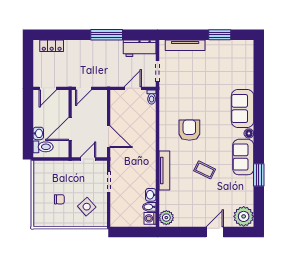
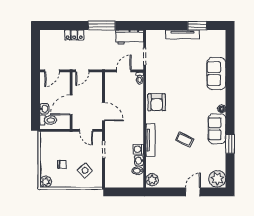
tv unit: (185, 45) -> (183, 34), moved
locker: (52, 46) -> (74, 35), moved
sofa: (243, 109) -> (216, 74), moved
armchair: (189, 130) -> (157, 102), moved, turned 180
door: (88, 159) -> (86, 130), swing flipped
washing machine: (150, 218) -> (138, 149), moved
plant: (40, 220) -> (46, 182), added

